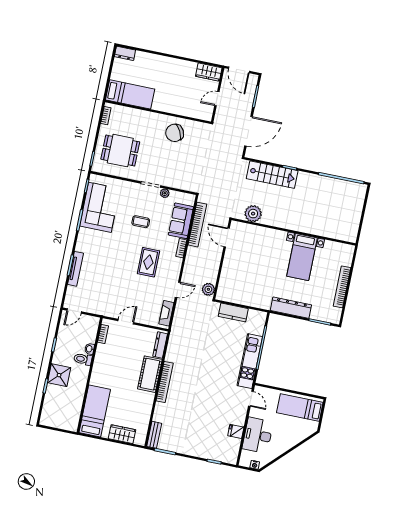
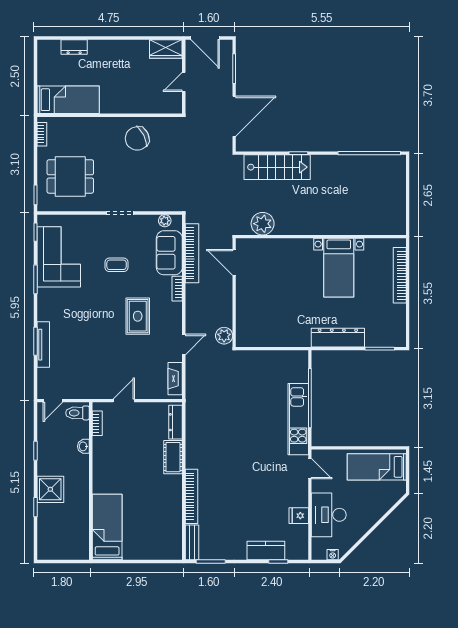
dresser: (125, 53) -> (74, 47), moved
plant: (165, 193) -> (165, 221), moved
bookcase: (342, 287) -> (400, 275), moved
kitchen counter: (233, 312) -> (266, 550), moved, turned 180
toilet: (83, 359) -> (77, 413), moved
cot: (150, 374) -> (173, 457), width x0.73, depth x0.75
bookcase: (165, 382) -> (191, 496), moved
wardrobe: (122, 434) -> (149, 550), removed

